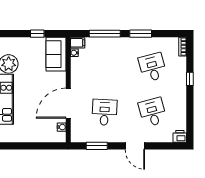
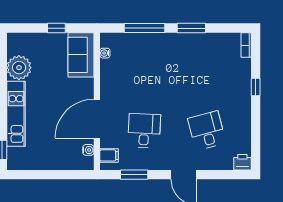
filing cabinet: (78, 43) -> (109, 155), moved
desk: (153, 67) -> (207, 72), removed

